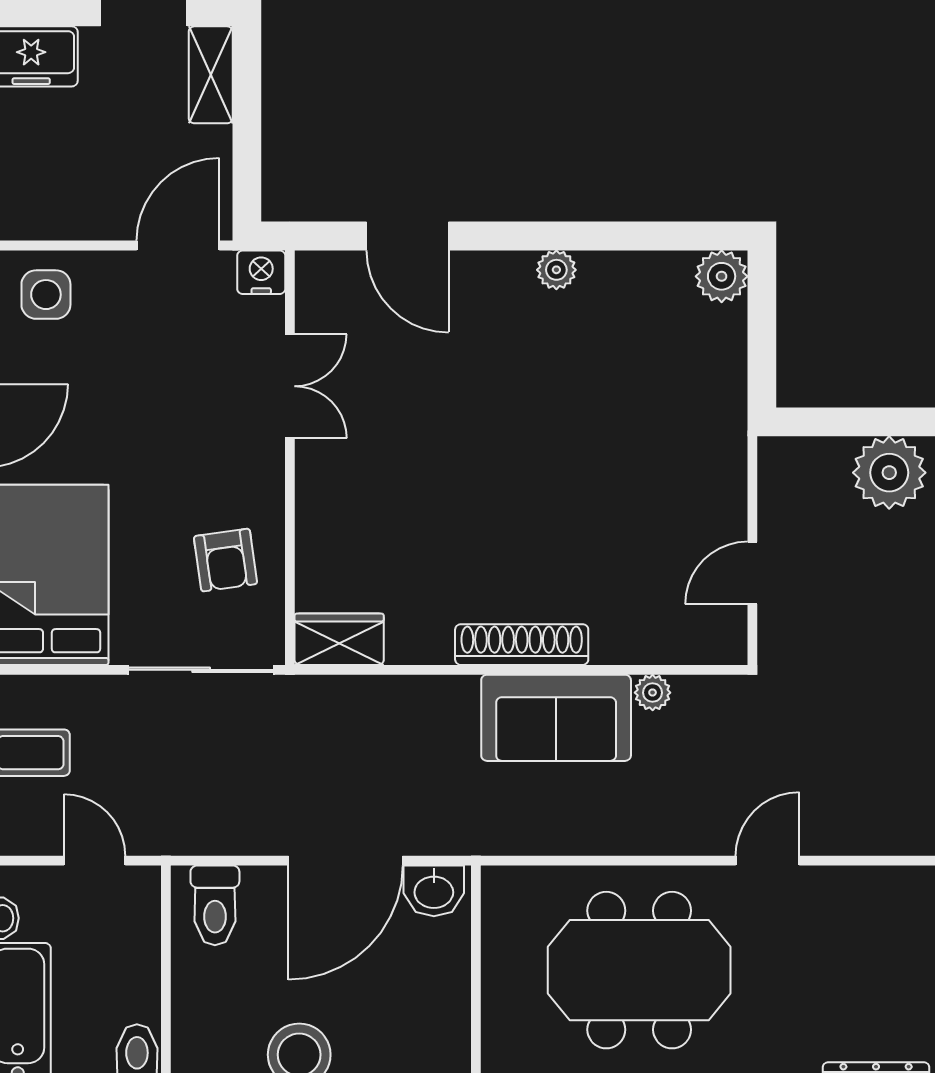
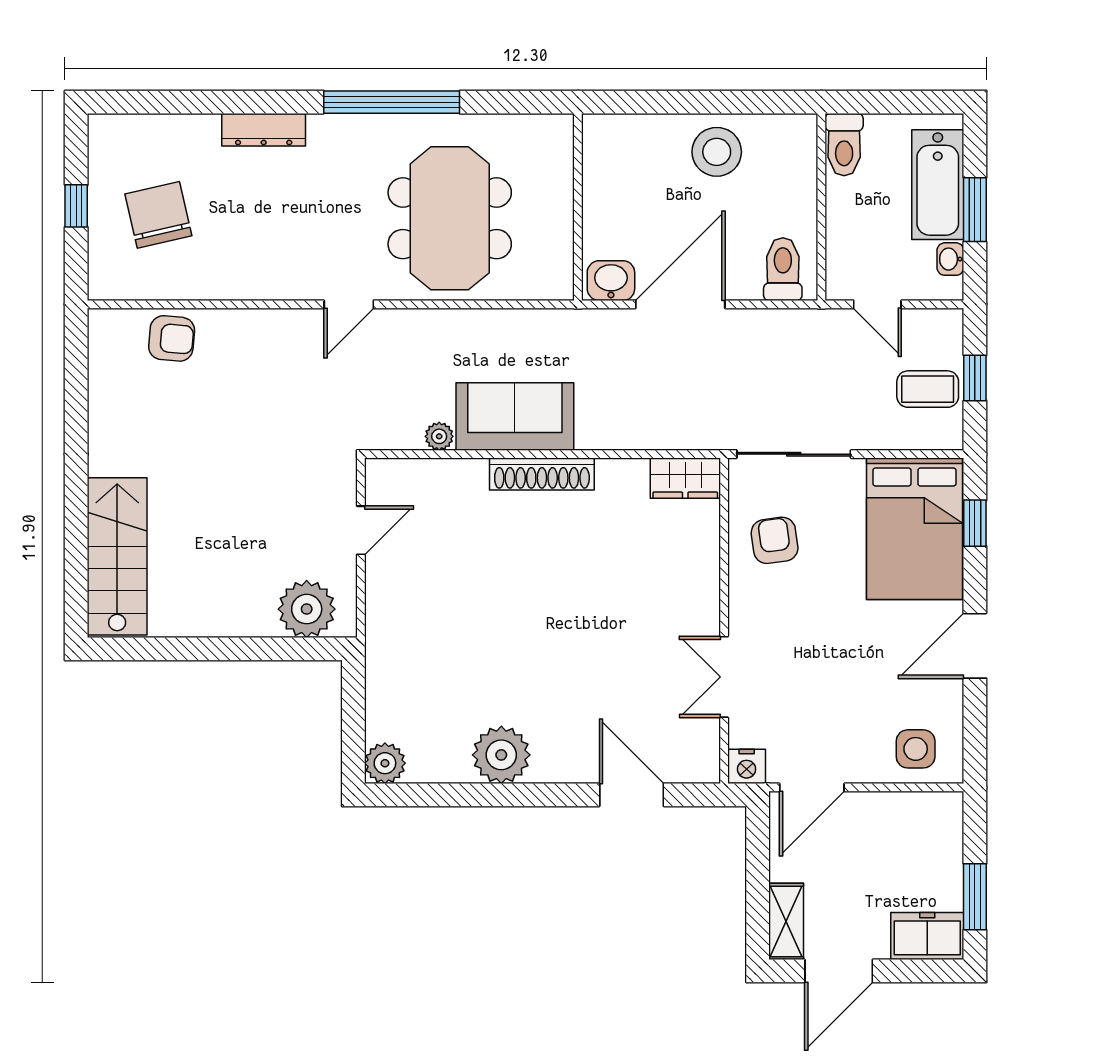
plant: (556, 270) -> (501, 755), width x1.88, depth x1.88
plant: (889, 473) -> (307, 609), moved
meeting table: (639, 970) -> (450, 218), turned 90

